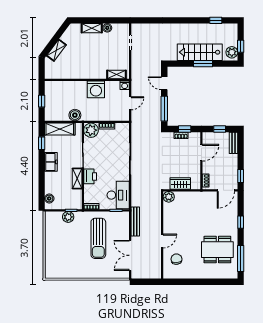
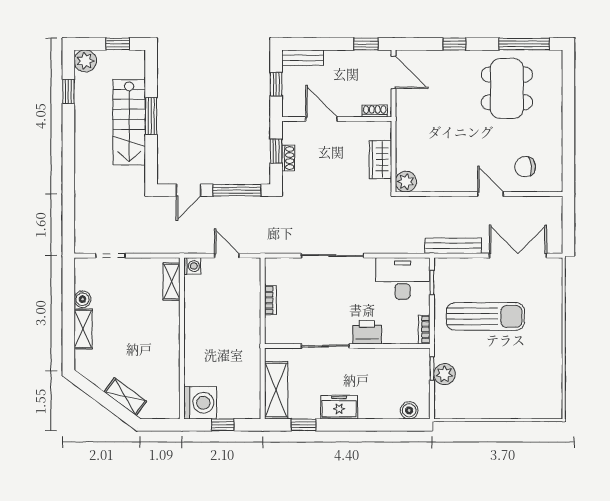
plant: (232, 52) -> (85, 61), moved
washing machine: (96, 89) -> (200, 403), moved
boiler: (75, 115) -> (249, 361), removed
plant: (91, 130) -> (278, 330), removed
shelving: (77, 179) -> (371, 357), removed
double door: (130, 255) -> (518, 256), swing flipped

